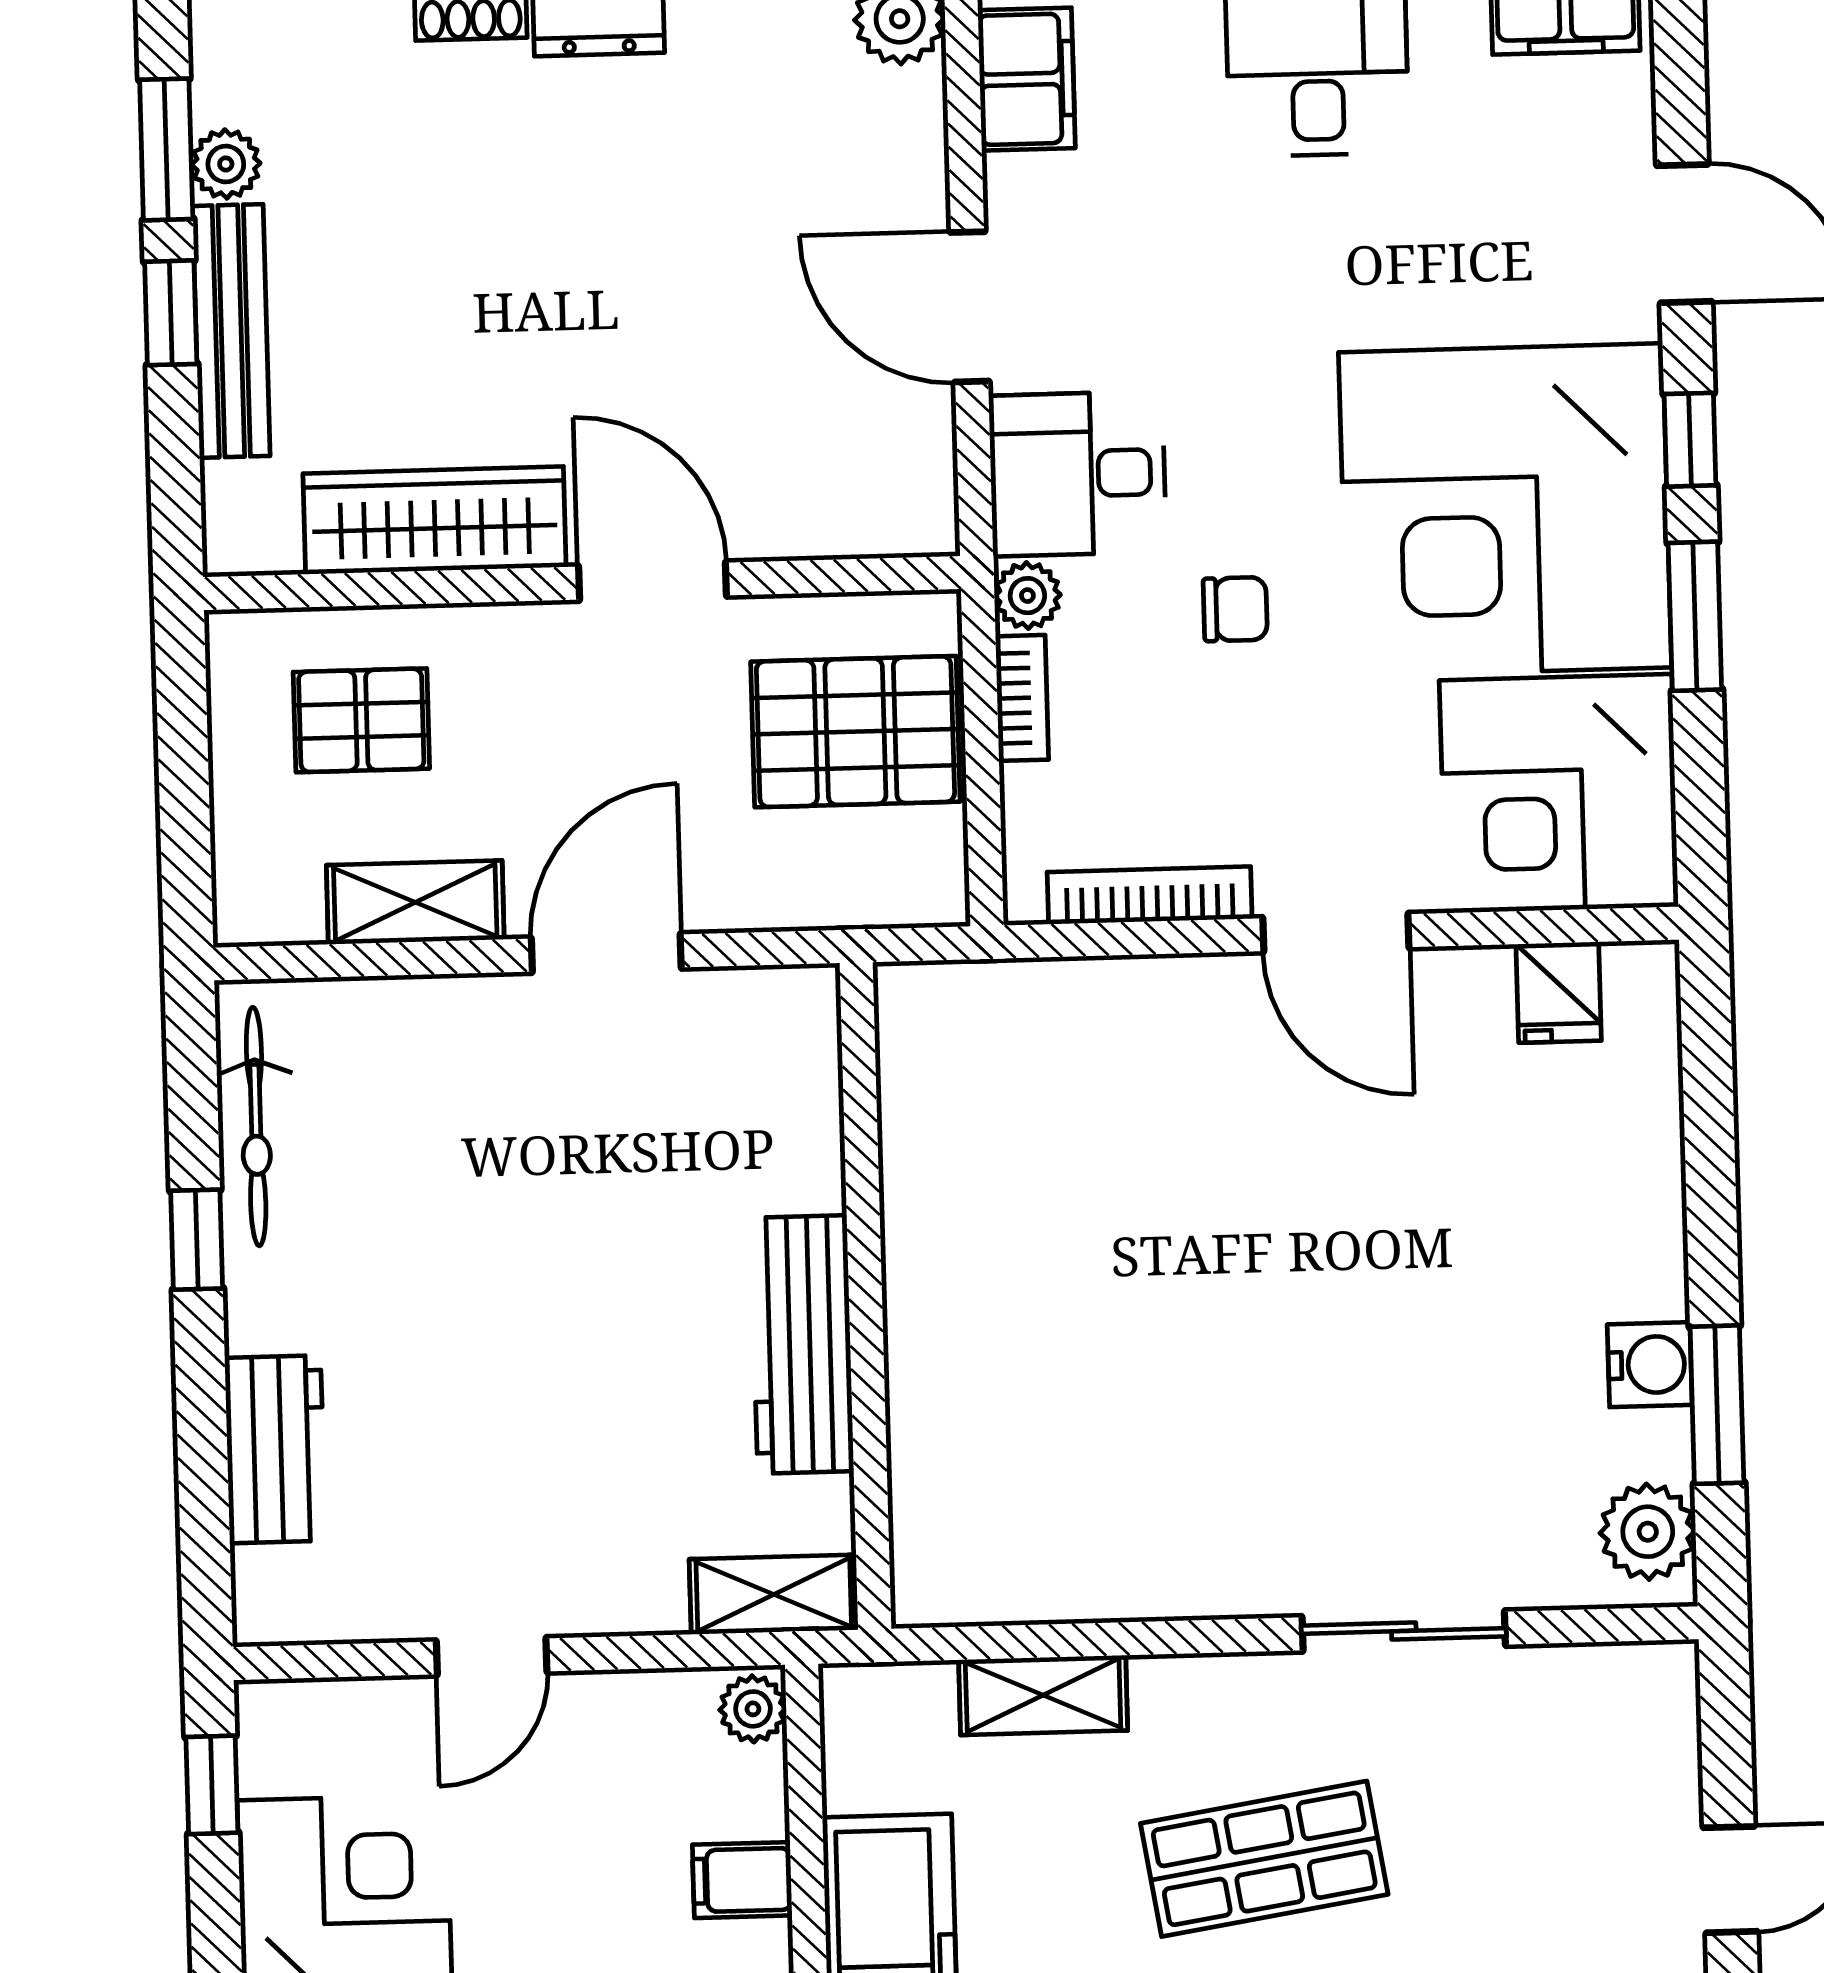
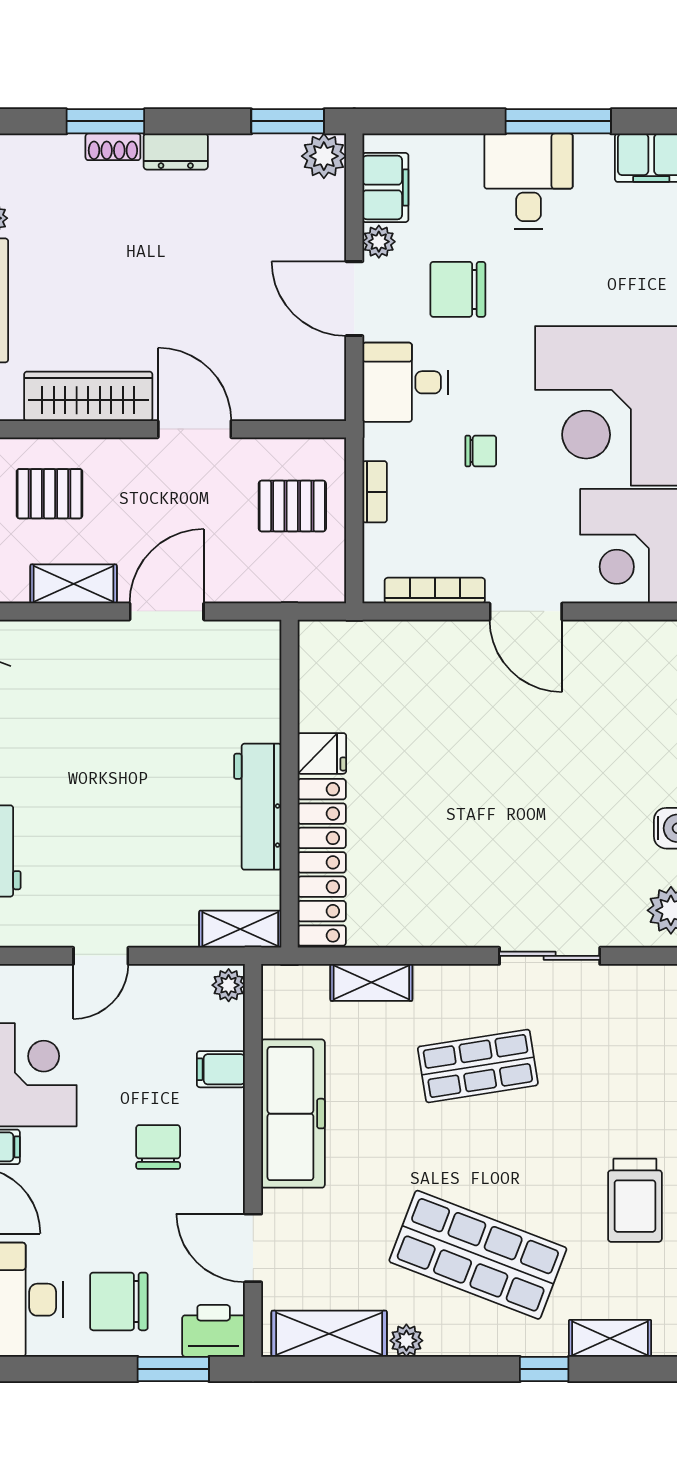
chair: (1180, 282) -> (458, 289), added
plant: (1027, 596) -> (379, 242), moved
pallet: (855, 732) -> (292, 506), width x0.67, depth x0.71
fridge: (1559, 992) -> (322, 753), moved, turned -90
locker: (935, 1454) -> (322, 862), added

